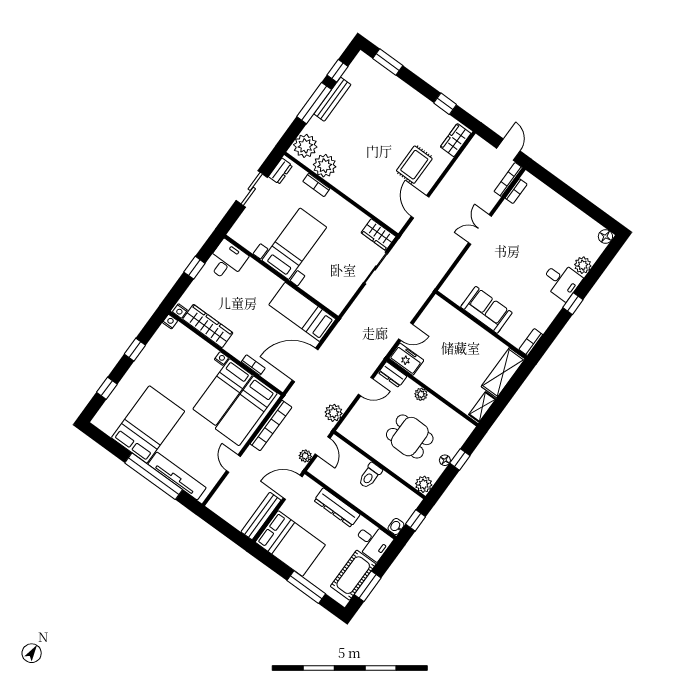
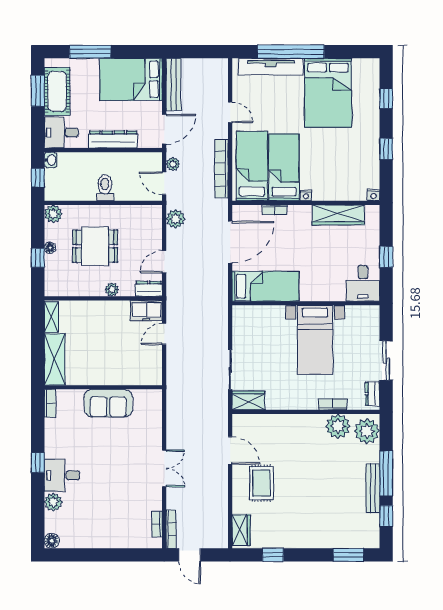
nightstand: (180, 311) -> (372, 210), removed

